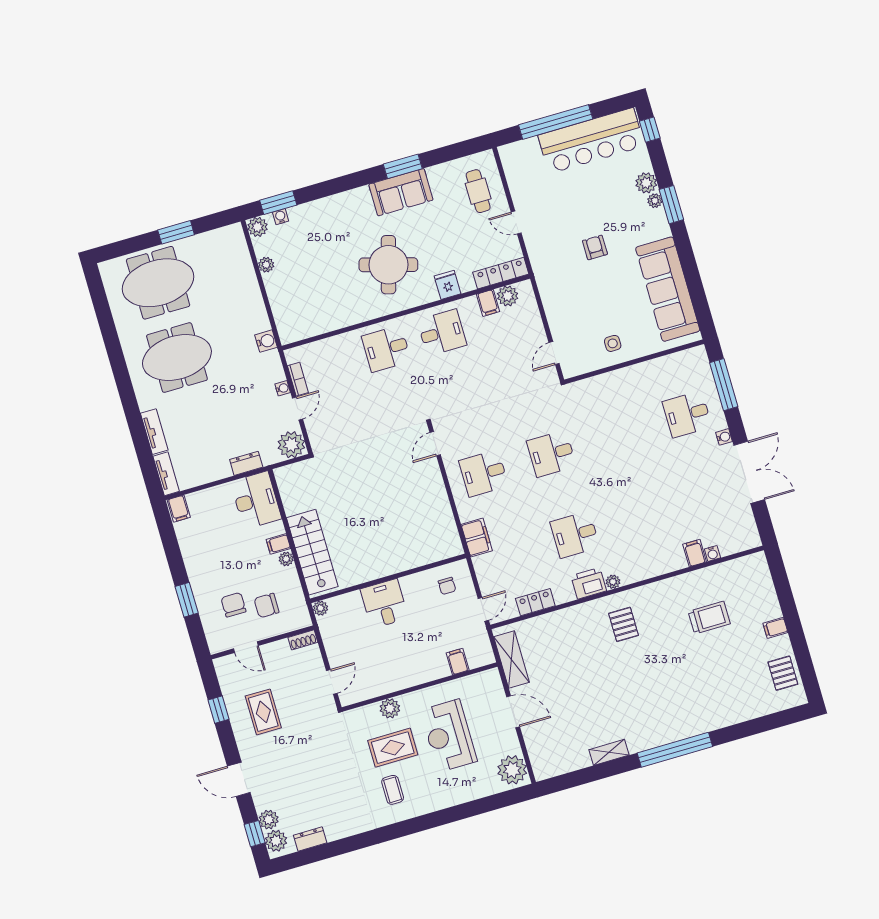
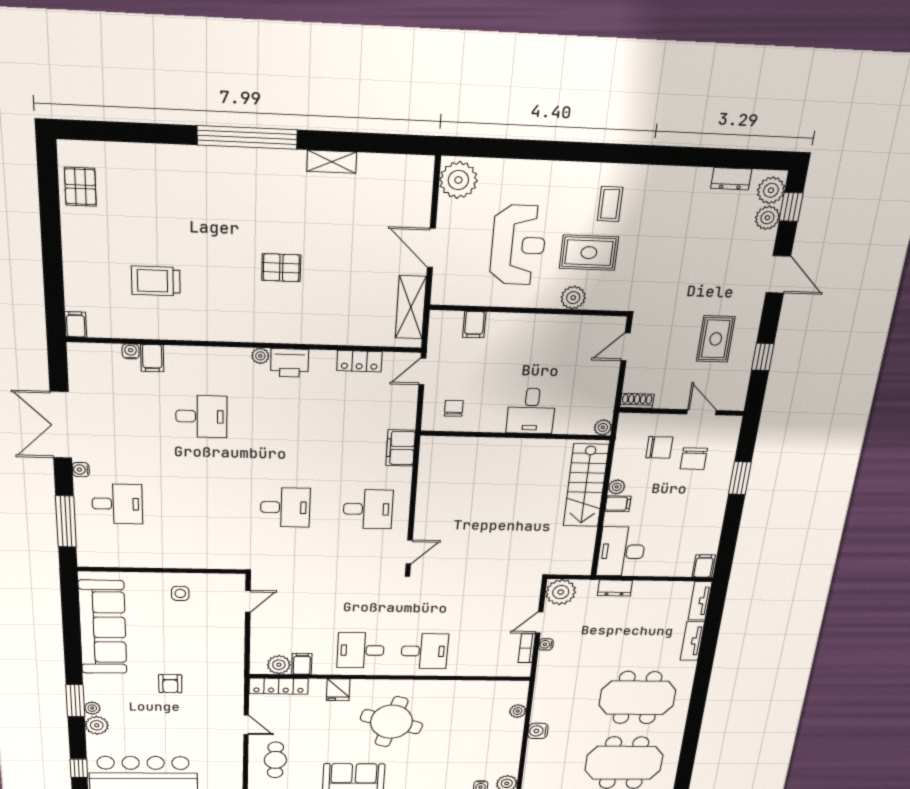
plant: (266, 265) -> (518, 711), moved
water cooler: (266, 341) -> (538, 731), moved
desk: (575, 535) -> (201, 416), moved
pallet: (624, 624) -> (281, 268), moved, turned 90
filing cabinet: (775, 628) -> (76, 324), moved, turned -90

